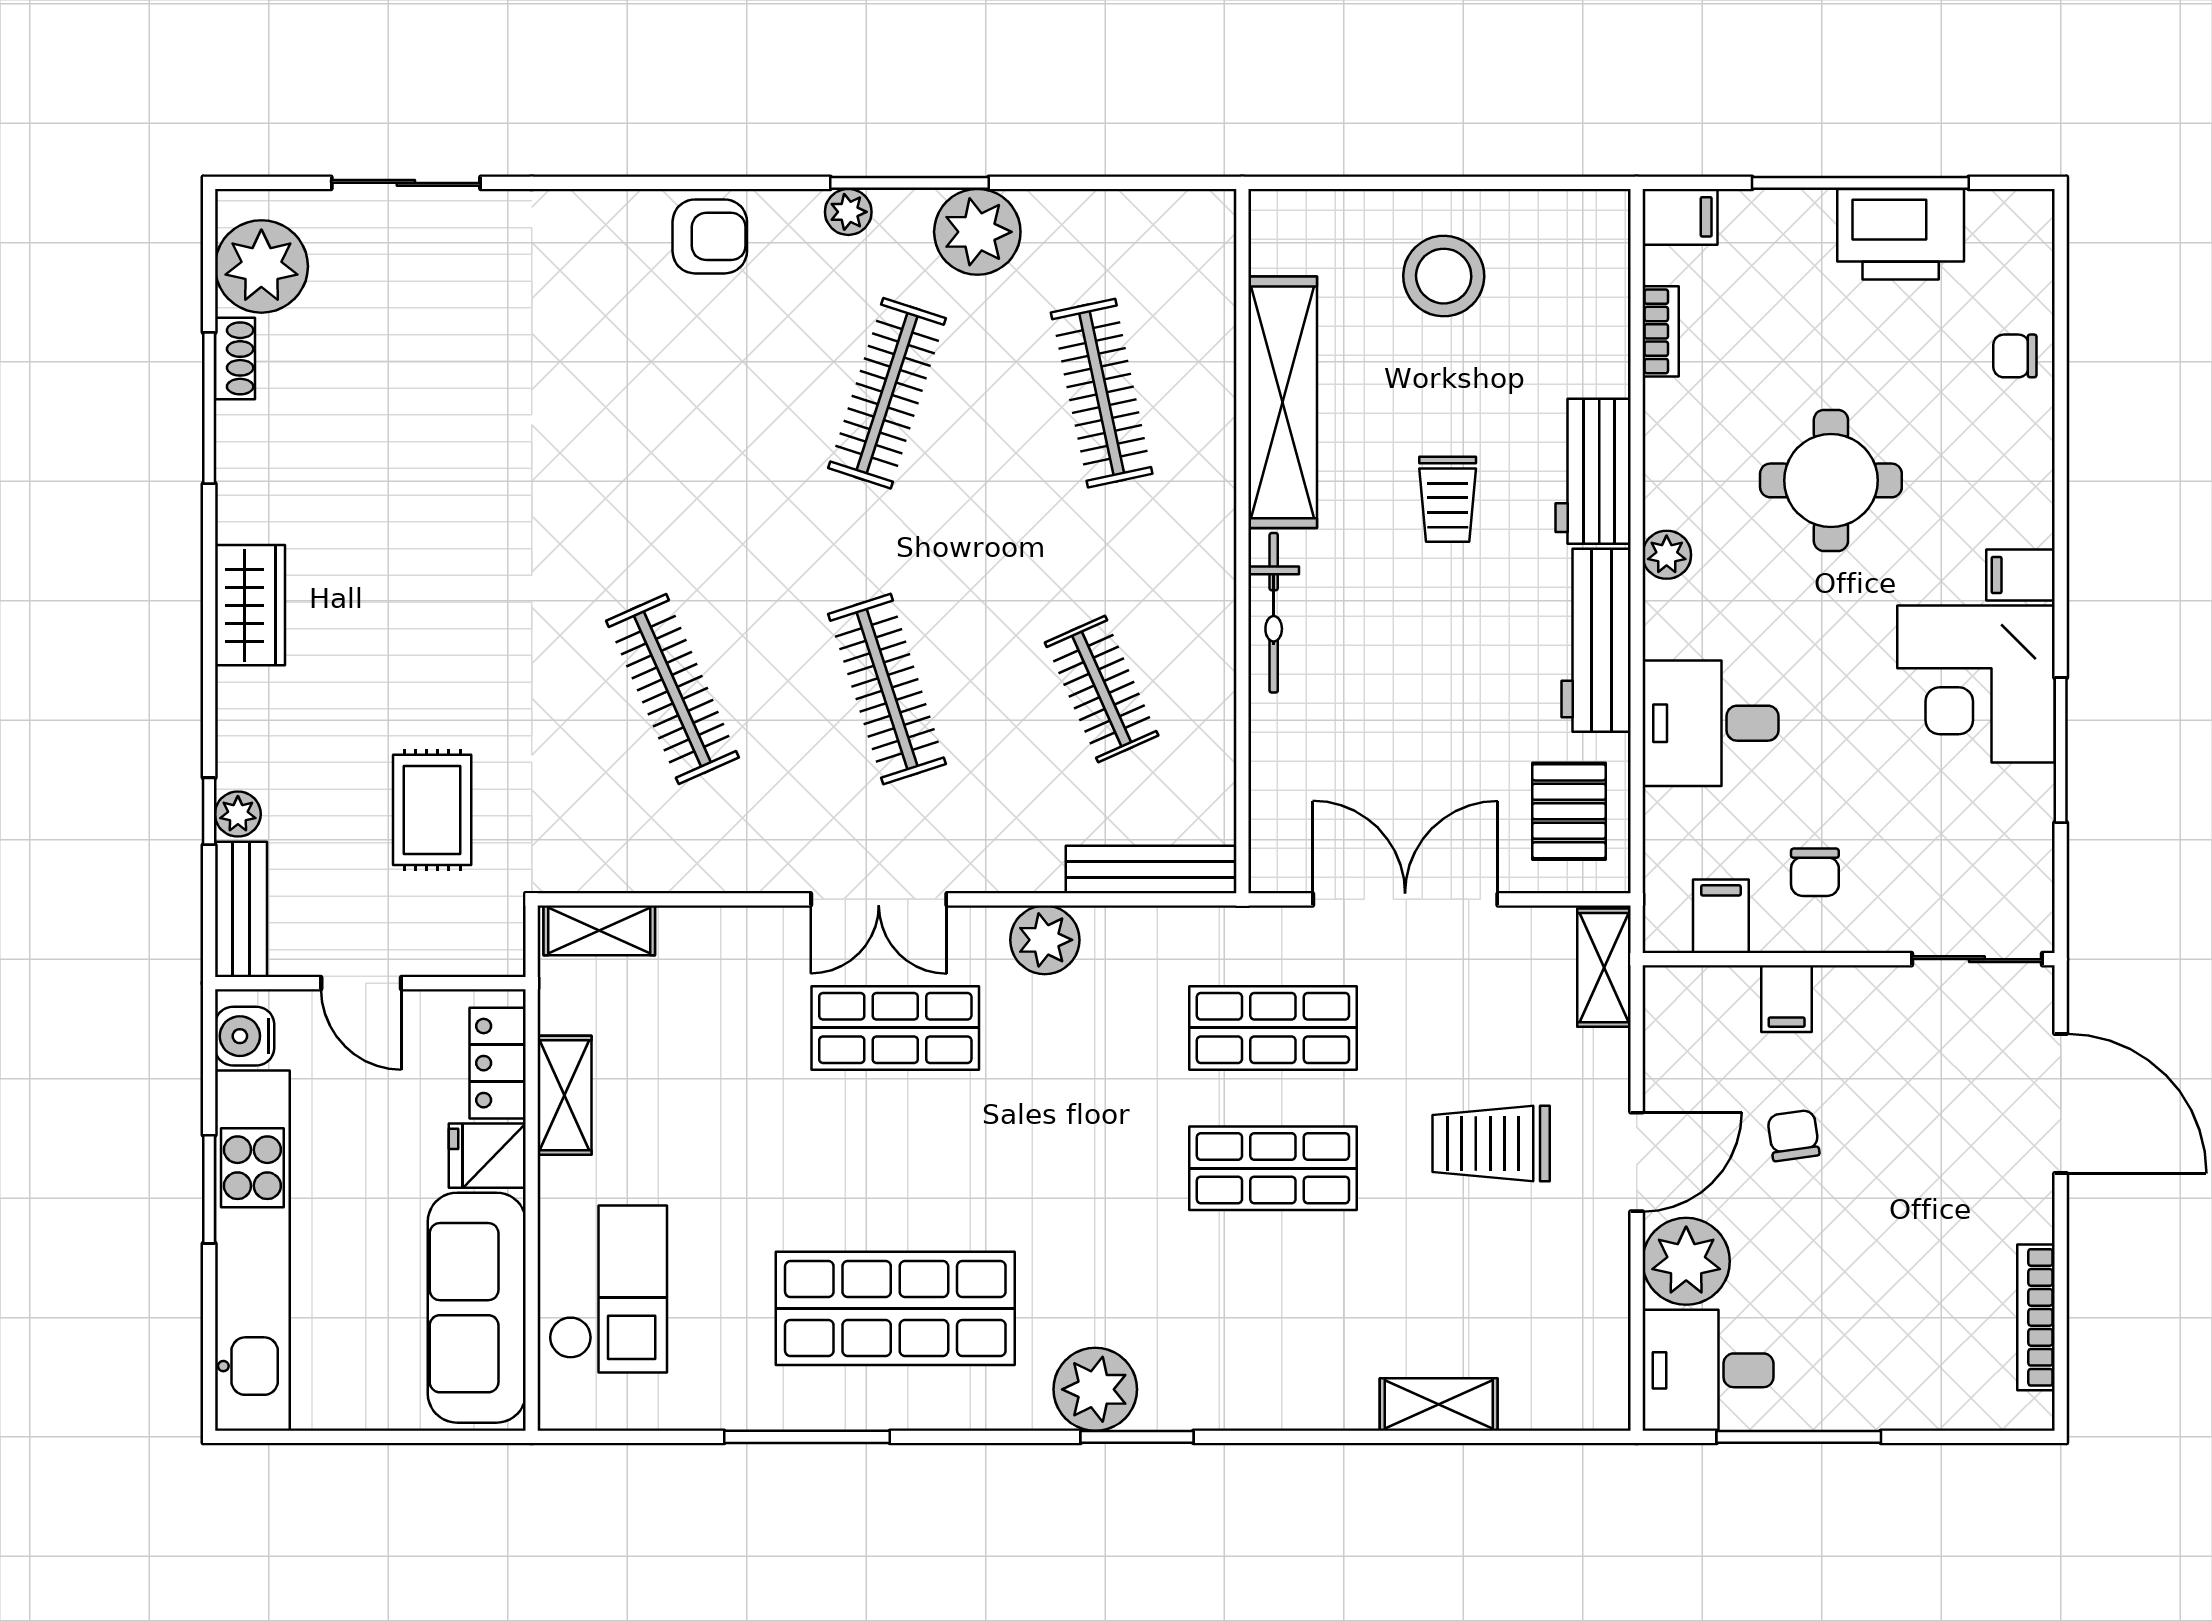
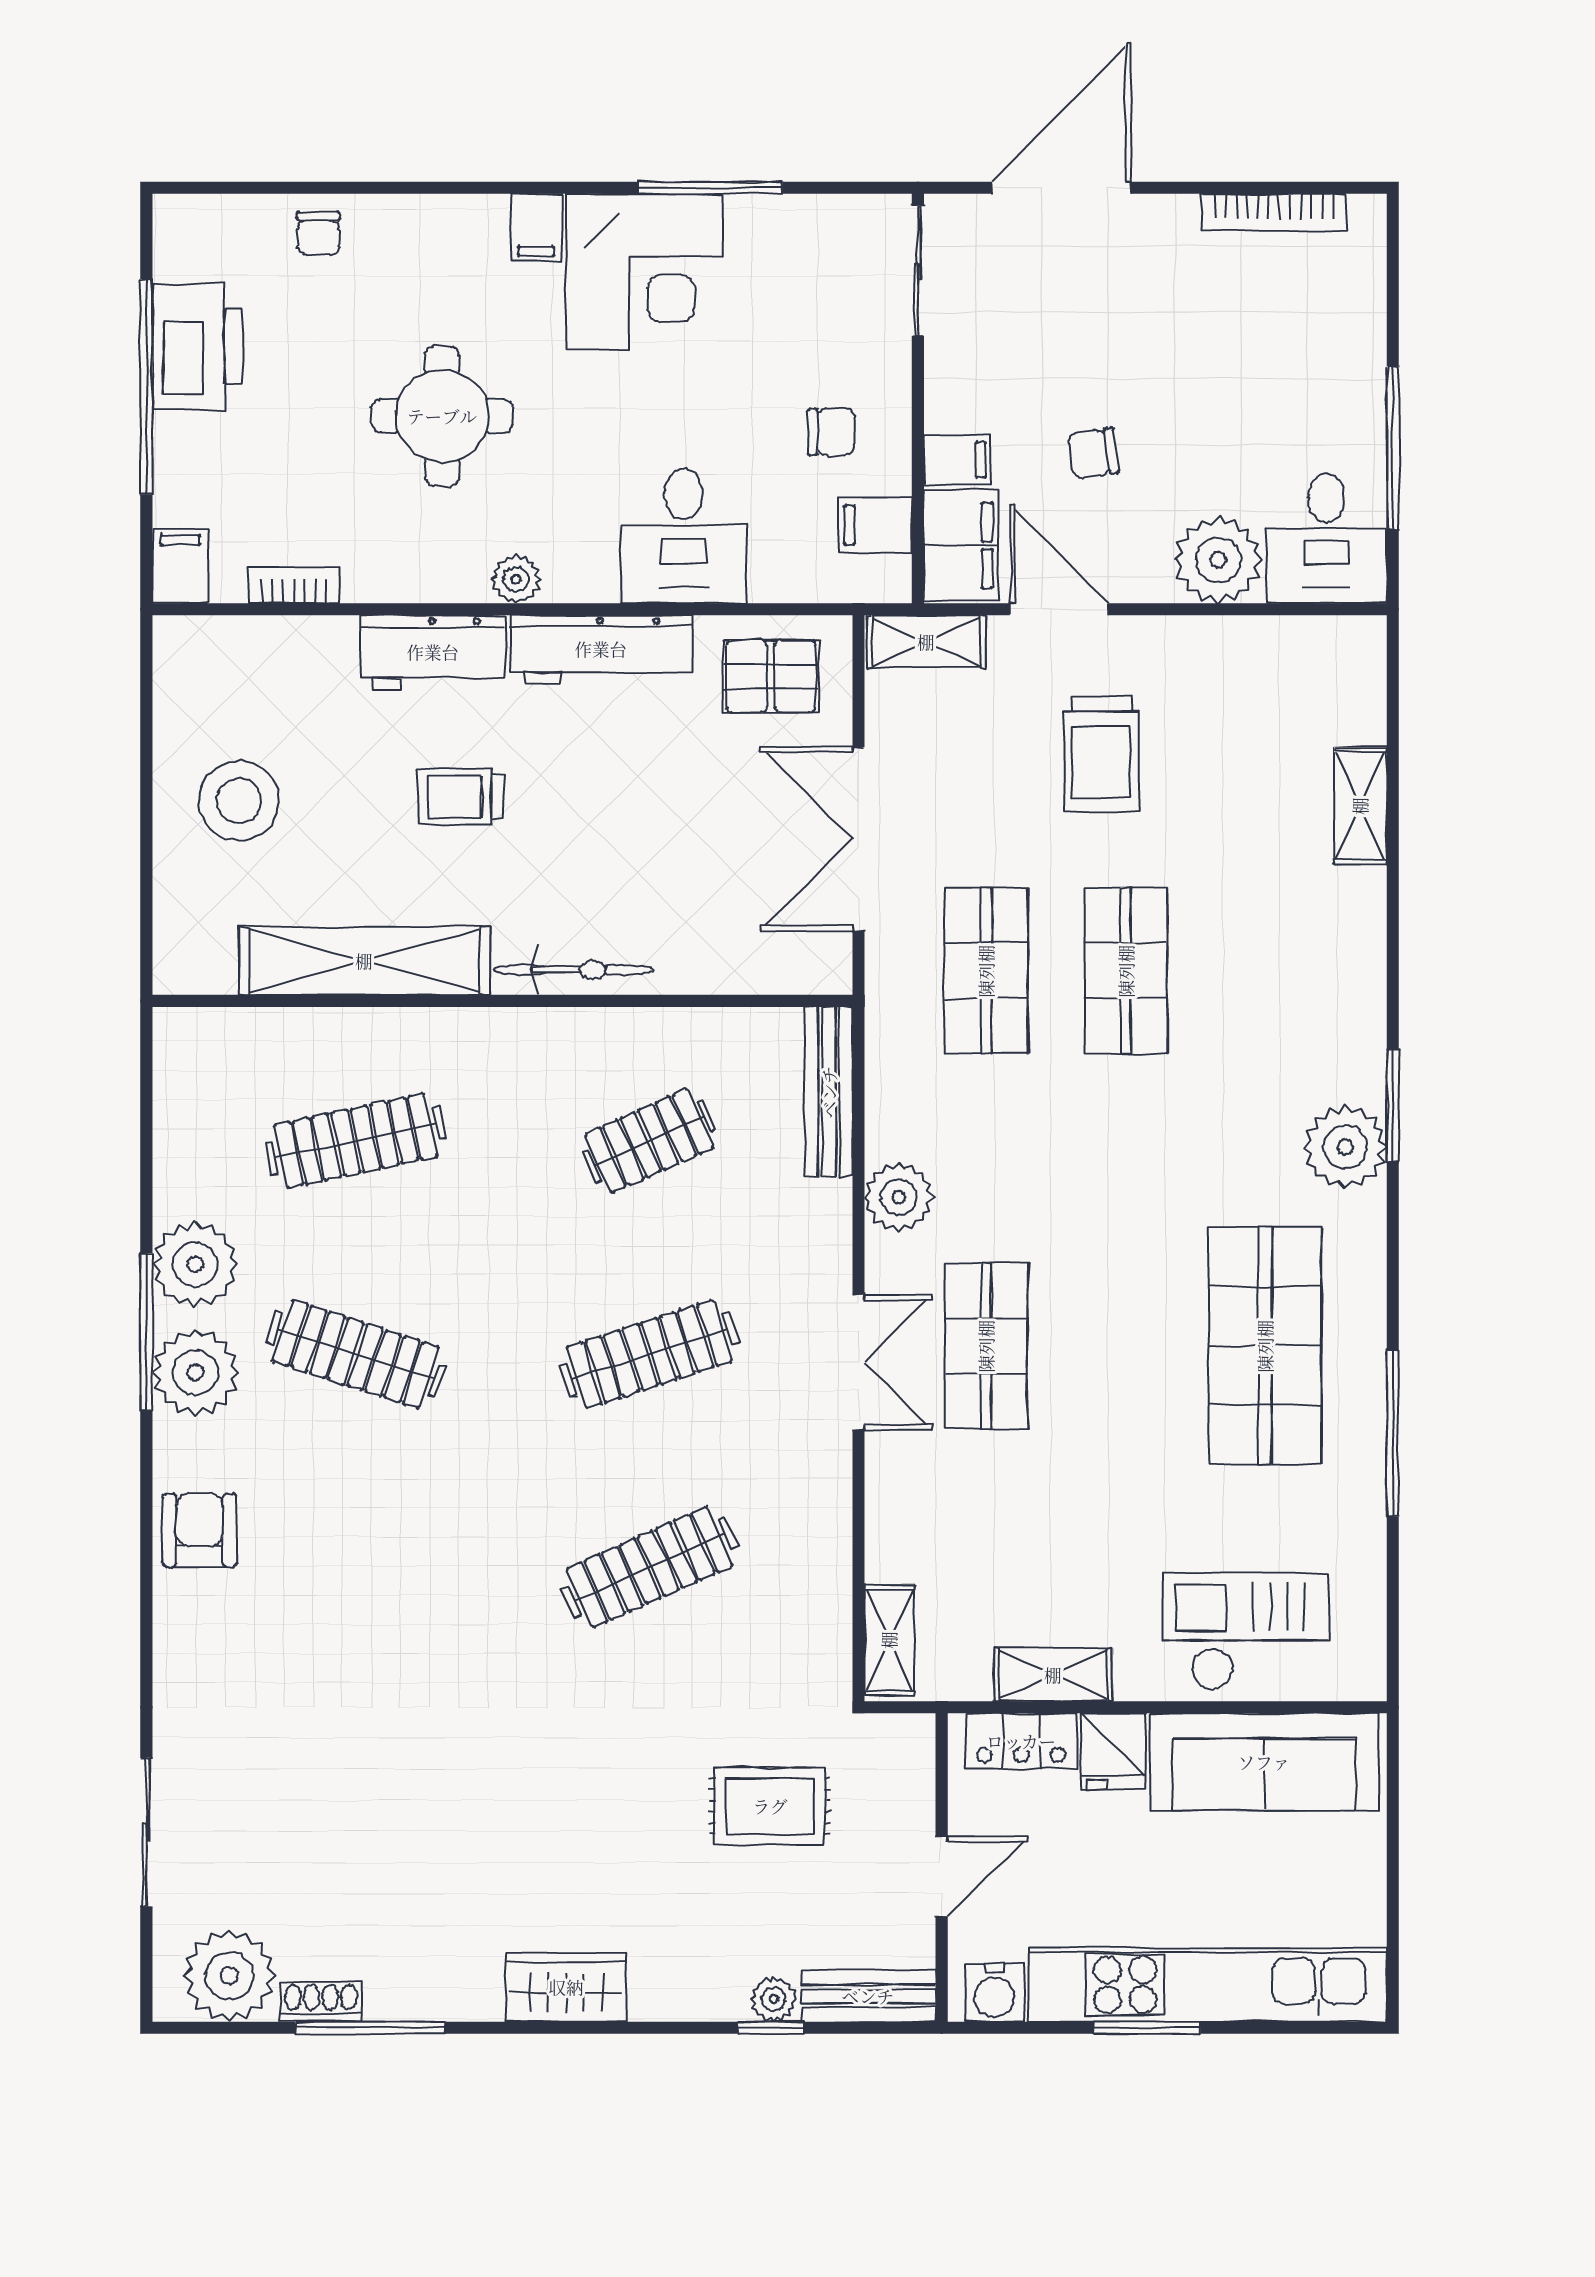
plant: (848, 212) -> (195, 1372), width x1.88, depth x1.88
trolley: (1448, 499) -> (461, 797), turned 180
filing cabinet: (1701, 1003) -> (961, 546), added
door: (1637, 1162) -> (1059, 609), moved

